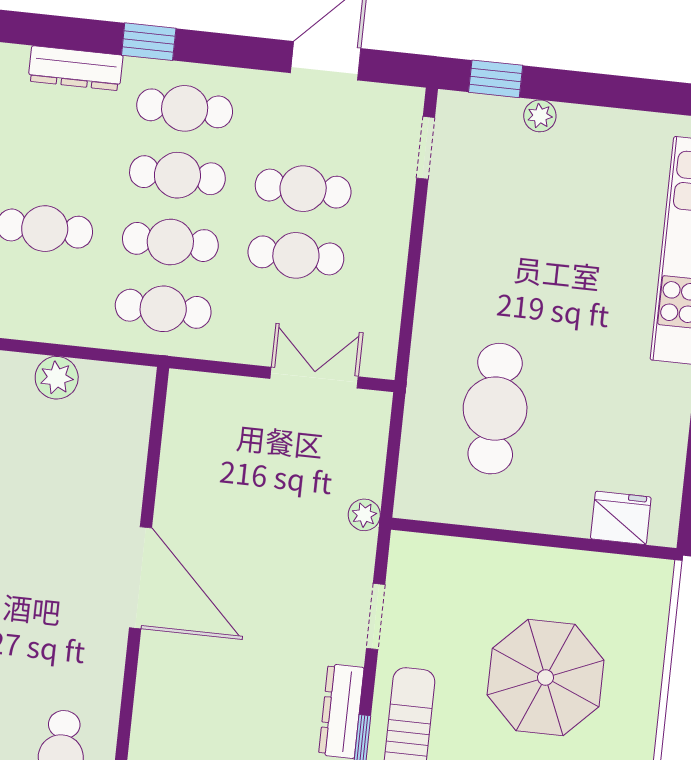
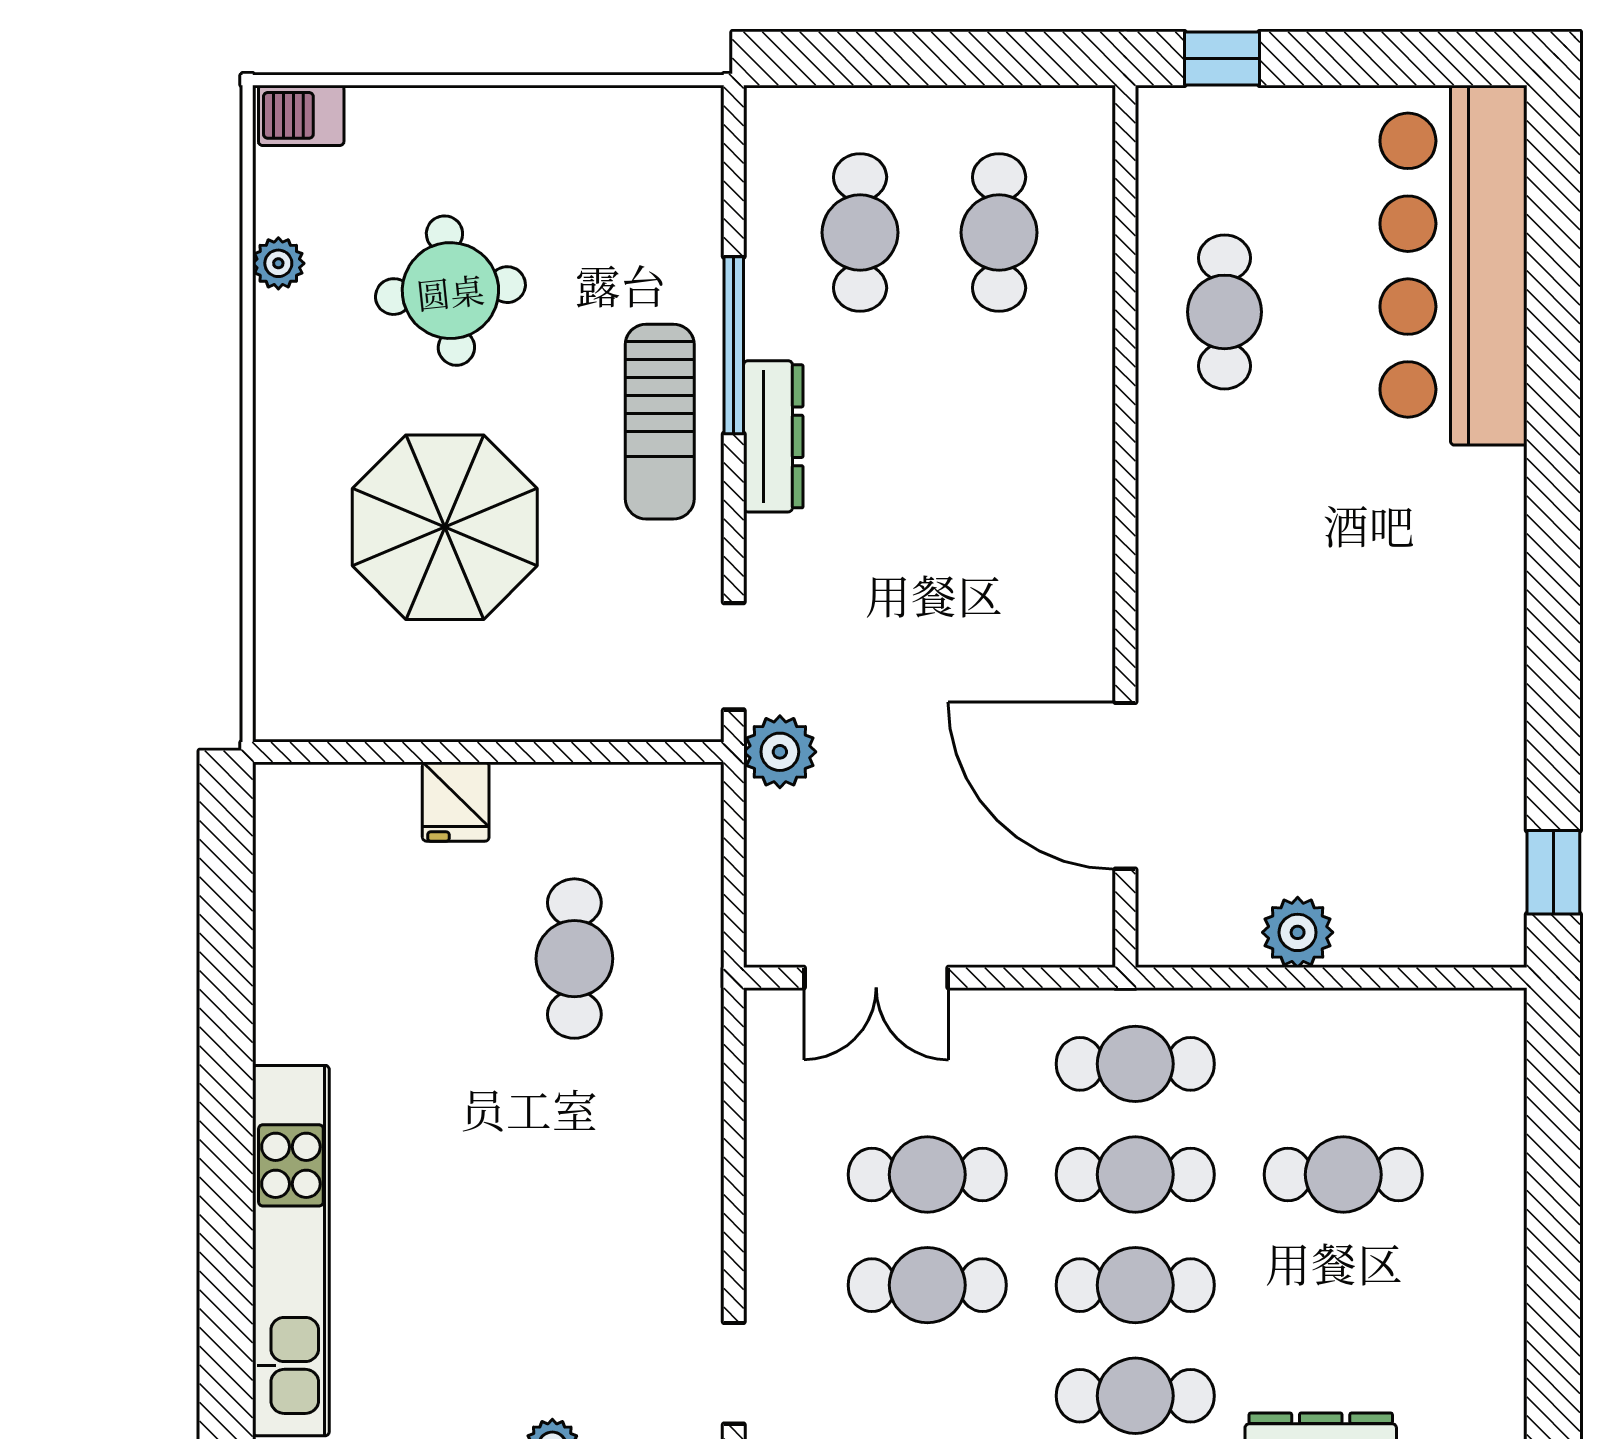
cafe table: (495, 409) -> (574, 959), width x0.73, depth x0.74
plant: (364, 515) -> (780, 752), width x1.38, depth x1.38
fridge: (621, 518) -> (456, 802), moved, width x0.72
door: (141, 578) -> (1125, 786), moved
doorway: (376, 617) -> (734, 656), moved

